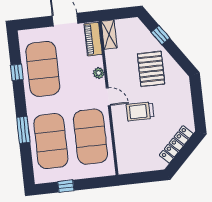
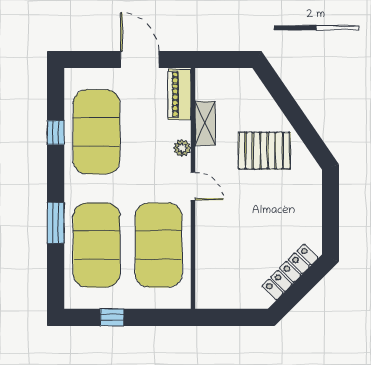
shelving: (109, 35) -> (205, 123), moved
window: (160, 35) -> (285, 100), removed
pallet: (151, 69) -> (264, 151), turned 90
trolley: (140, 111) -> (240, 215), removed

